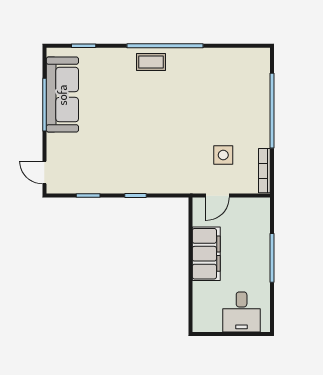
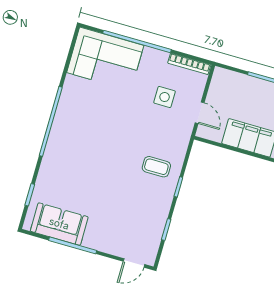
coffee table: (151, 62) -> (156, 167), moved, turned 90
corner sofa: (245, 83) -> (105, 59), added
sofa: (62, 95) -> (59, 224), width x0.73

